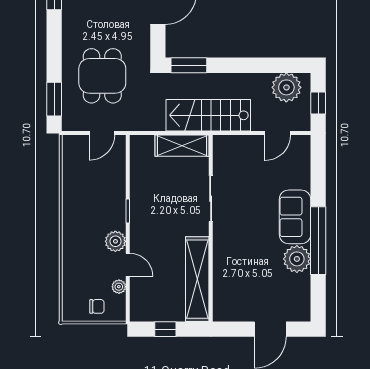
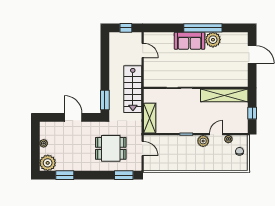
plant: (286, 87) -> (117, 46), removed
shelving: (182, 146) -> (150, 118), moved

